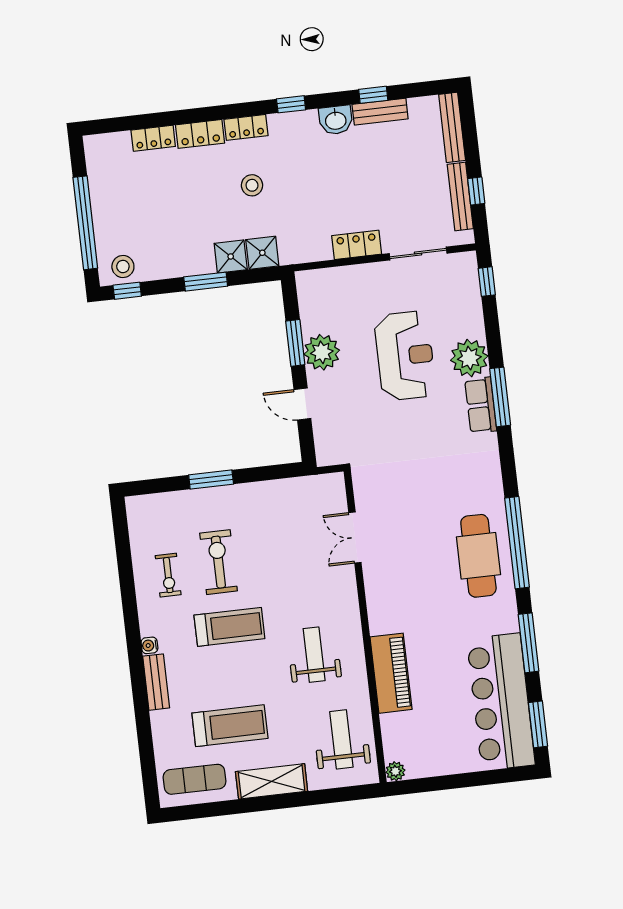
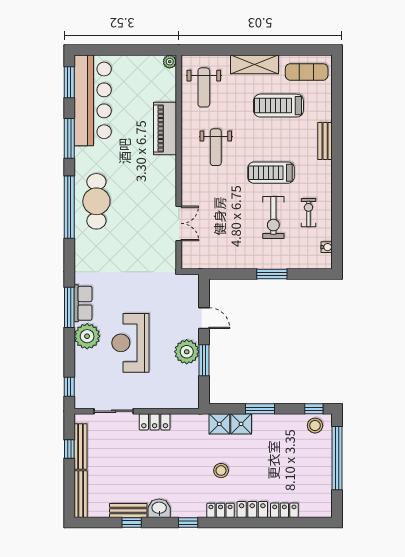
water cooler: (149, 645) -> (327, 247), moved

